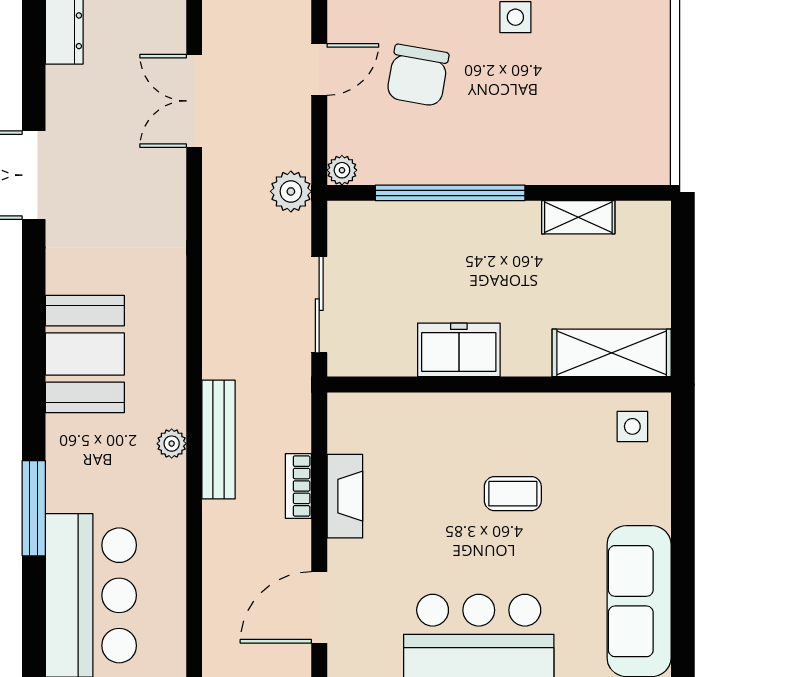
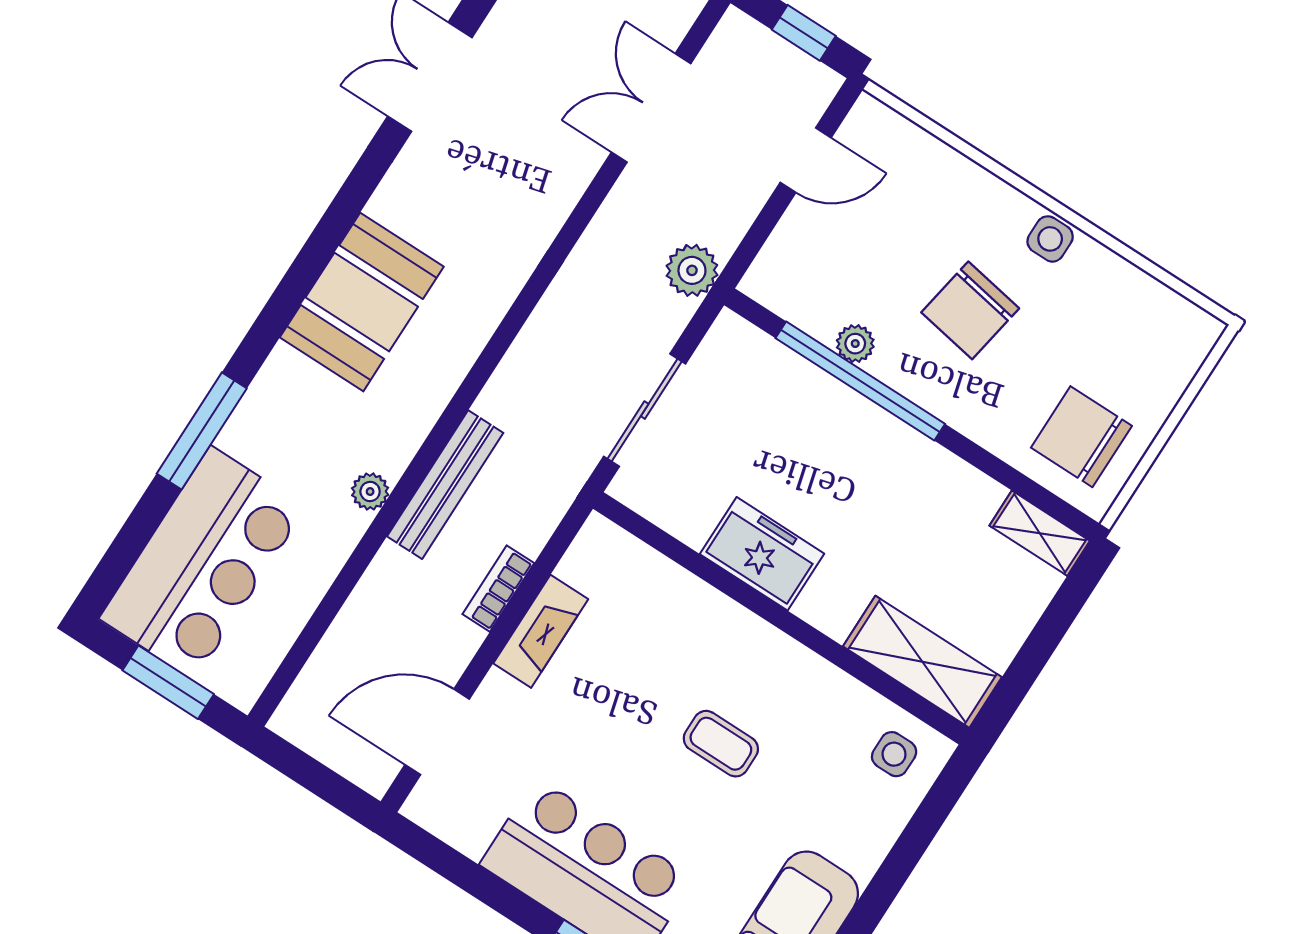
chair: (418, 75) -> (970, 310), moved
chair: (621, 135) -> (1081, 437), added
plant: (342, 170) -> (855, 344), moved
shelving: (578, 217) -> (1040, 533), moved
plant: (172, 444) -> (370, 492), moved

